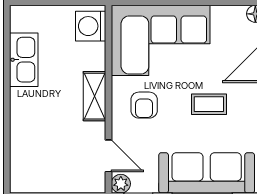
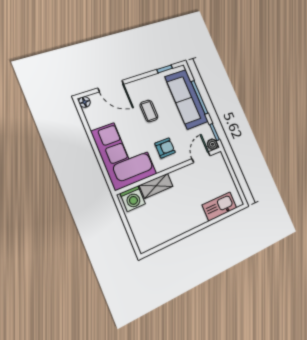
kitchen sink: (24, 60) -> (220, 206), moved
shelving: (94, 96) -> (156, 186), moved

